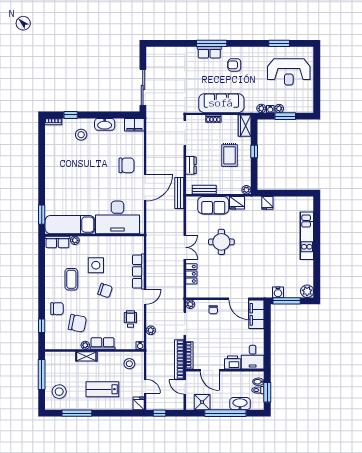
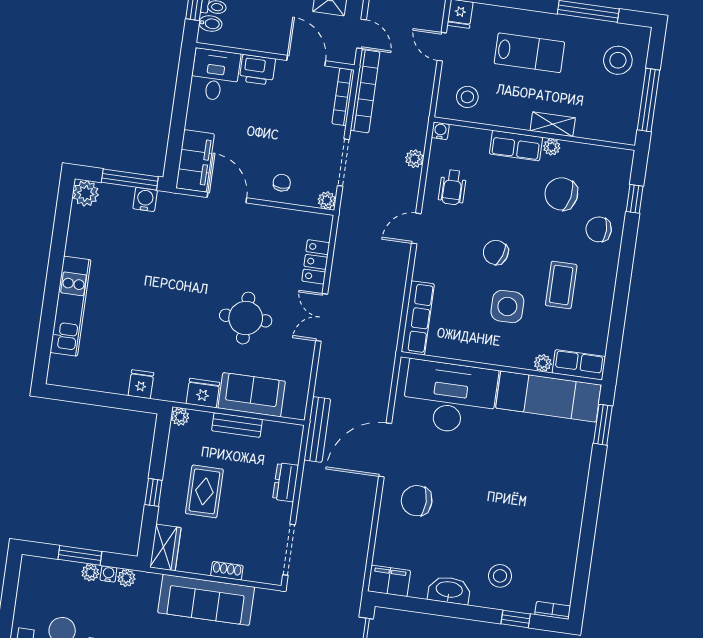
bench: (204, 190) -> (237, 425), moved
row of seats: (138, 272) -> (418, 318), moved

